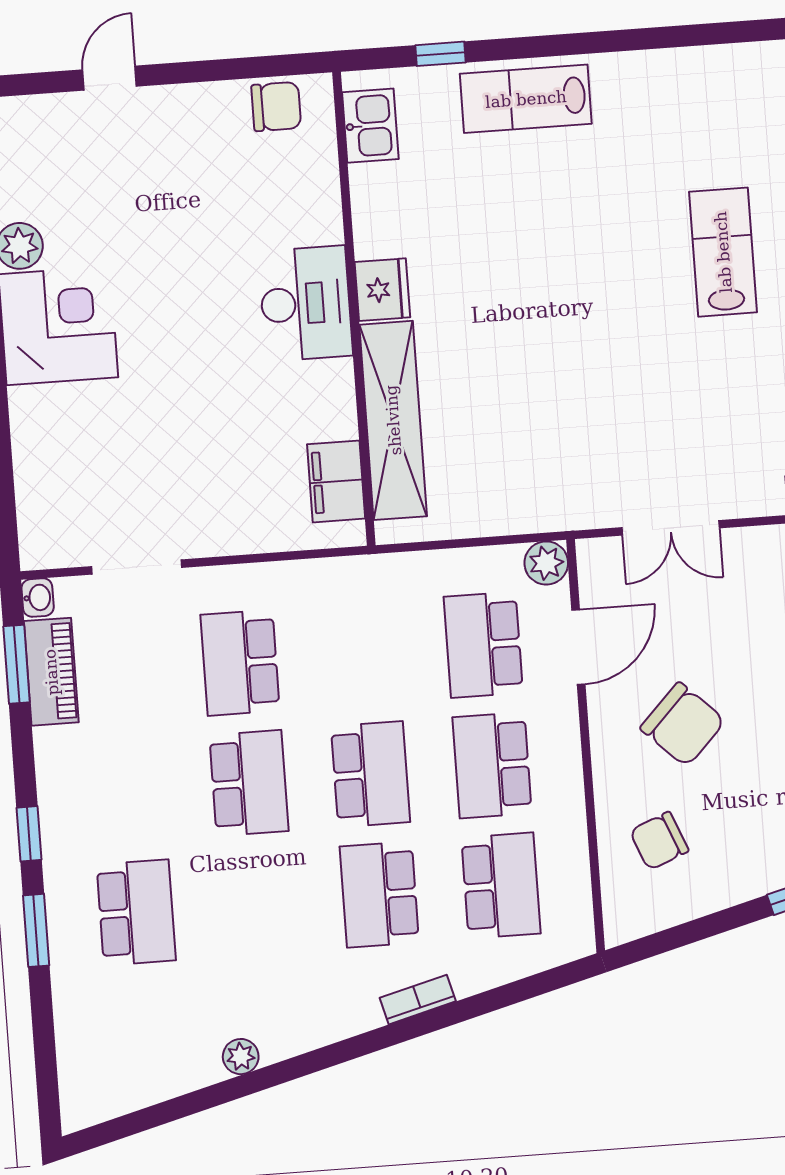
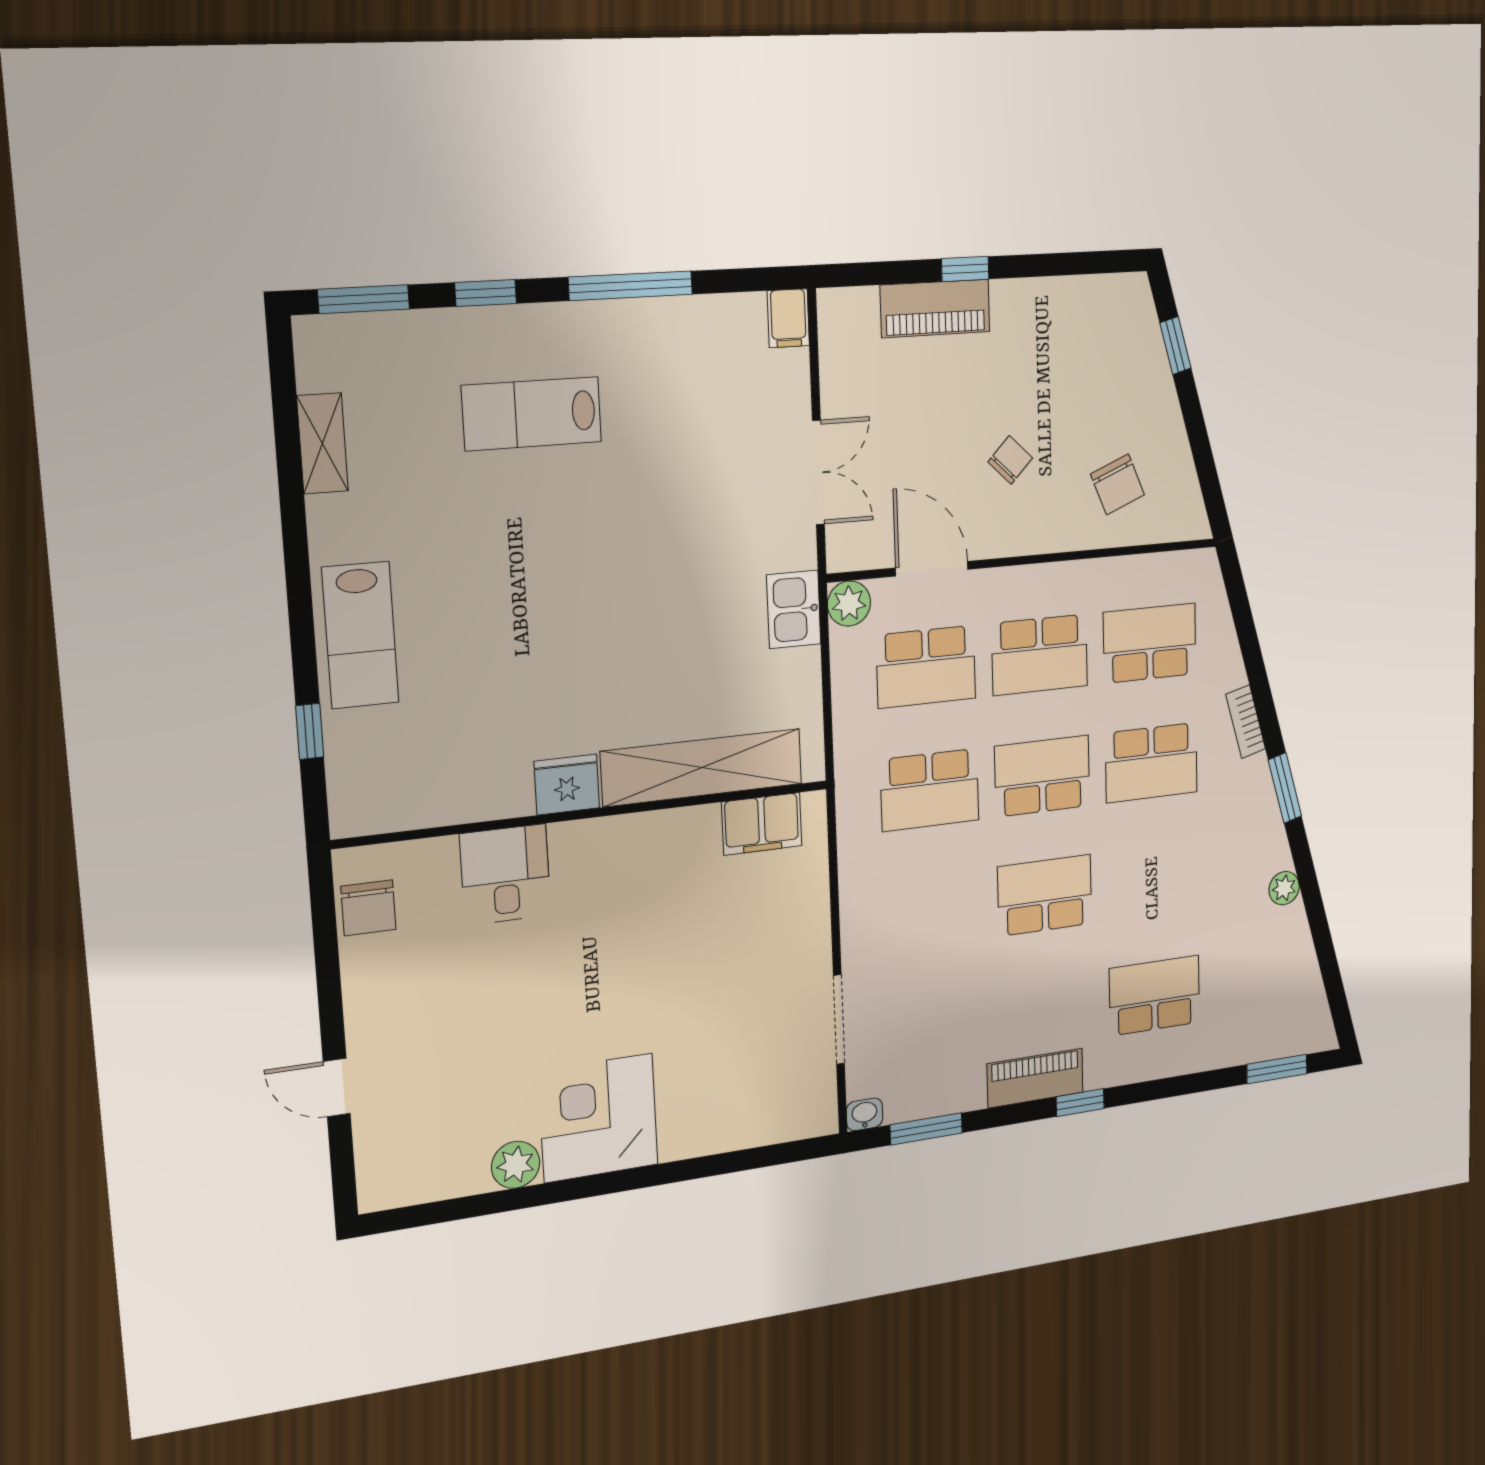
shelving: (696, 65) -> (322, 444), added
chair: (276, 107) -> (368, 908), turned 180
kitchen sink: (370, 126) -> (794, 609), moved, turned -90
desk: (305, 303) -> (505, 874), moved, width x0.73
school desk: (240, 663) -> (930, 790), moved
piano: (51, 672) -> (1035, 1078), moved
chair: (683, 724) -> (1010, 460), width x0.54, depth x0.54
window: (36, 930) -> (1277, 1069), moved
window: (347, 1050) -> (1285, 788), added

